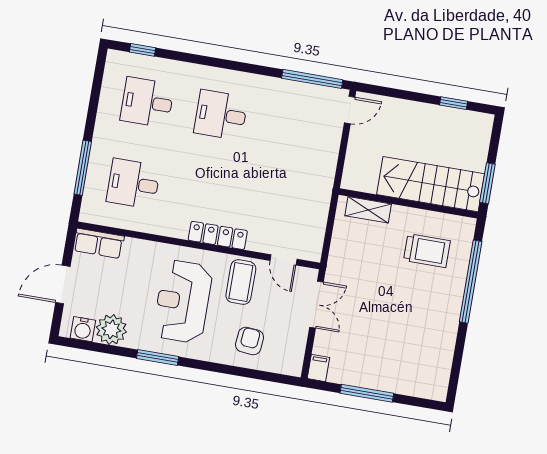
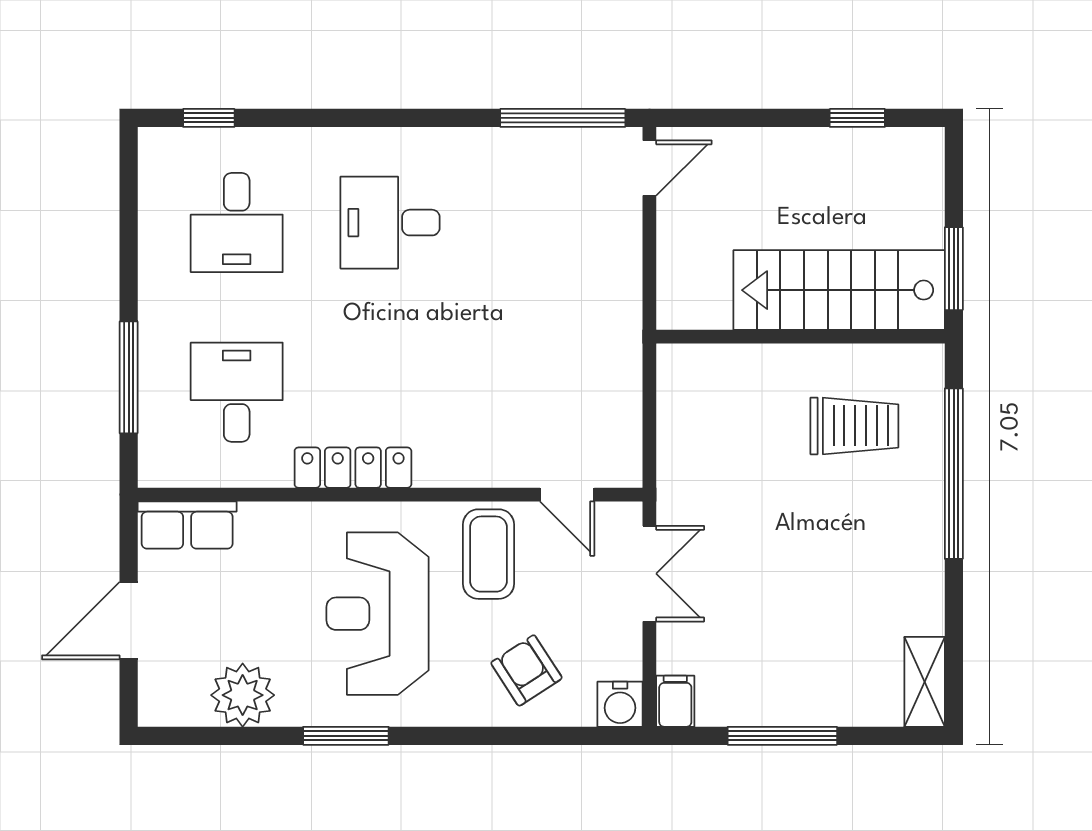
desk: (147, 102) -> (237, 223), turned -90
desk: (133, 184) -> (237, 392), turned 90
shelving: (368, 210) -> (925, 682), moved, turned 90
locker: (218, 235) -> (353, 468), moved
water cooler: (83, 329) -> (620, 704), moved
armchair: (250, 341) -> (526, 670), turned -38

